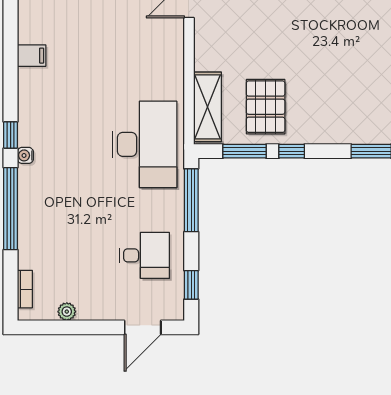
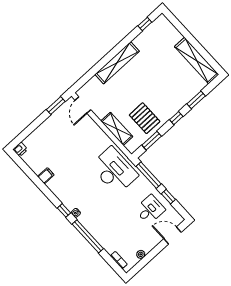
shelving: (207, 107) -> (117, 129), moved
window: (292, 151) -> (176, 118), moved
window: (191, 285) -> (168, 197), moved
door: (143, 327) -> (173, 236), swing flipped

